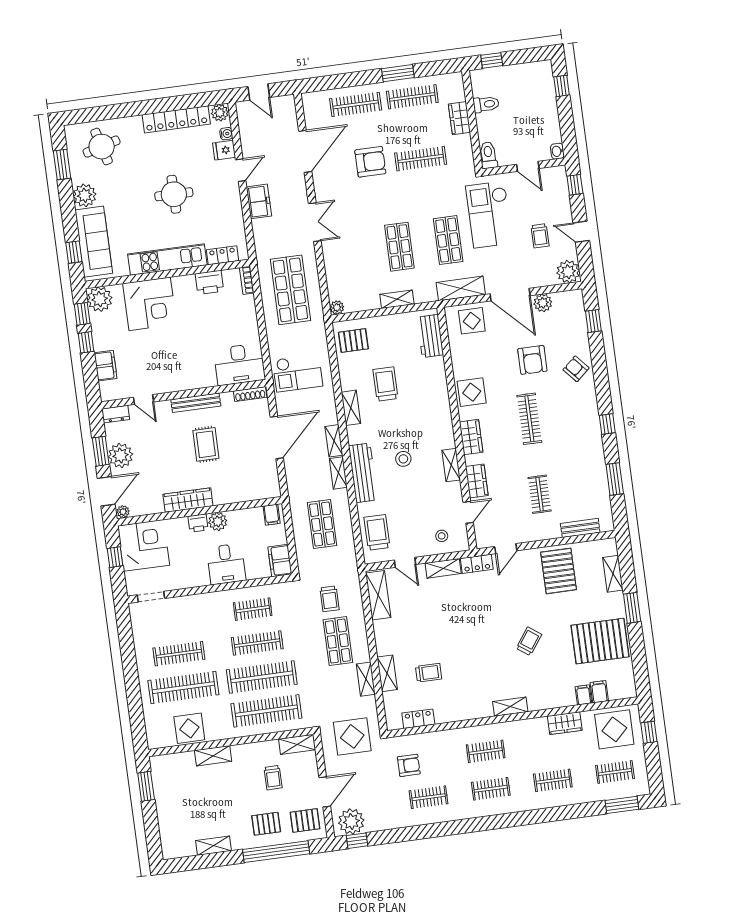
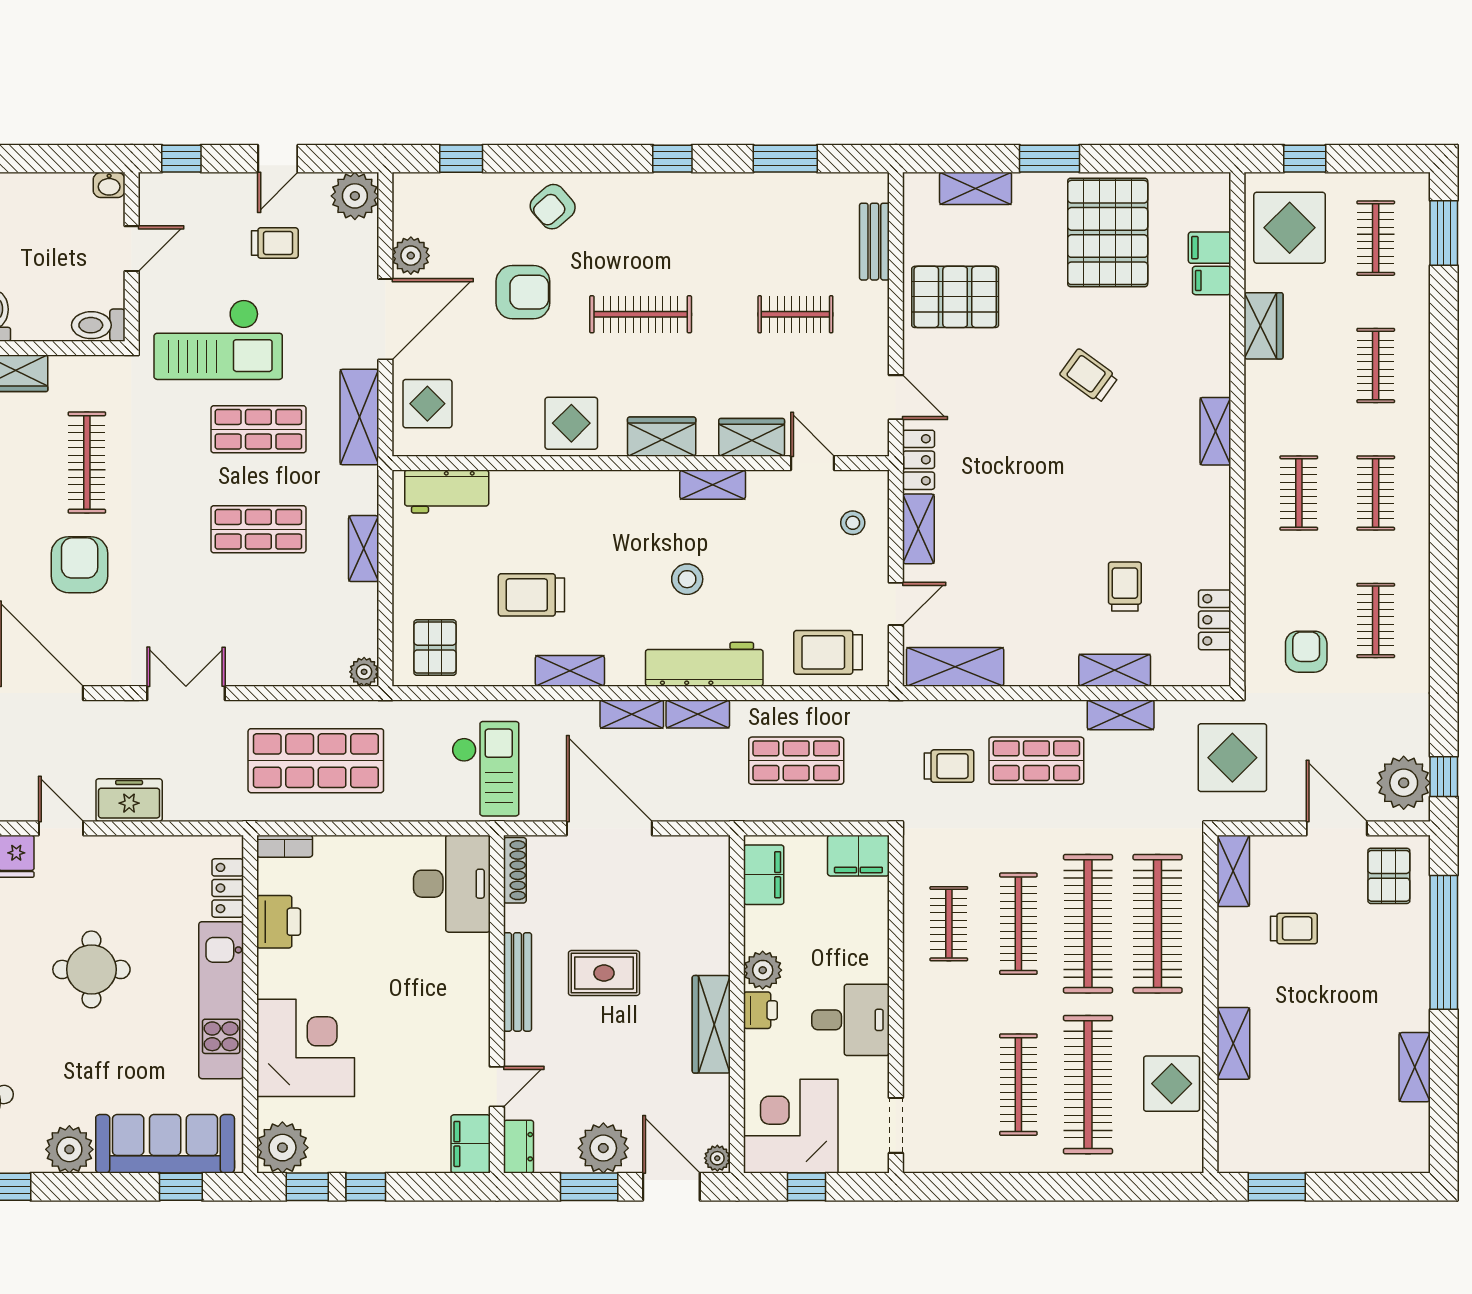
filing cabinet: (106, 366) -> (471, 1144), moved, turned -90
filing cabinet: (272, 515) -> (764, 875), width x2.00
desk: (226, 564) -> (851, 1020), moved
pallet: (266, 824) -> (1385, 955), removed

